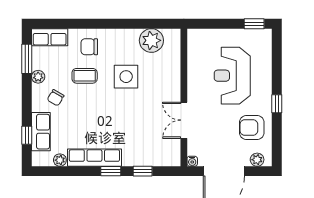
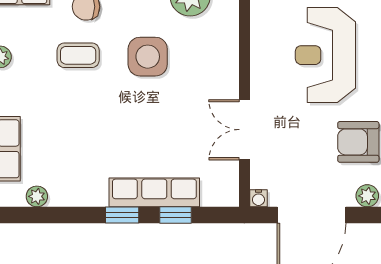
chair: (56, 98) -> (30, 92), removed
row of seats: (94, 158) -> (154, 192), moved

